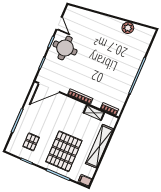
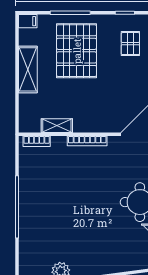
shelving: (99, 146) -> (28, 69), width x0.68

